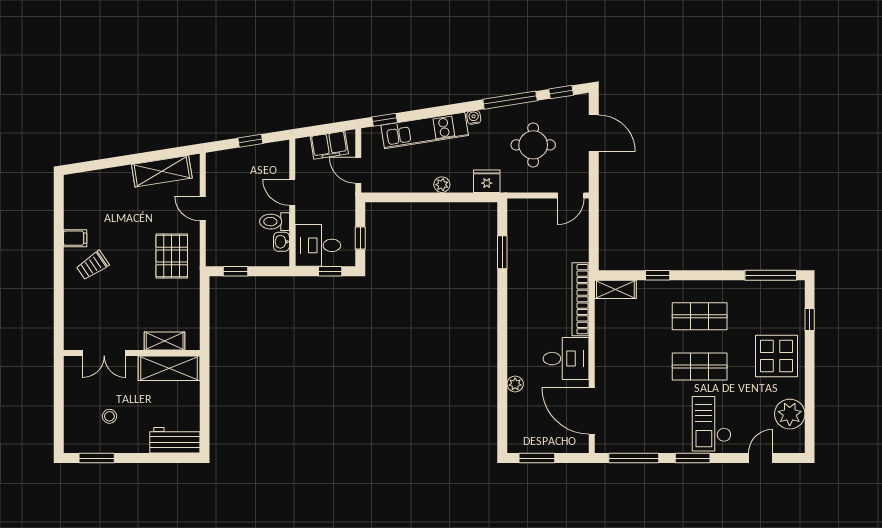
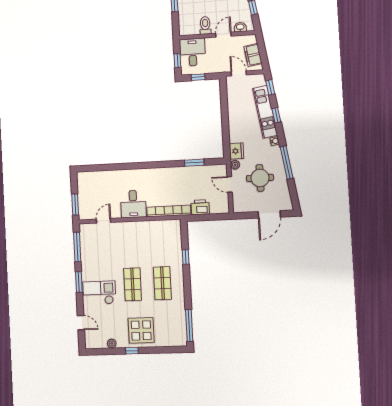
window: (561, 92) -> (276, 115), moved
door: (358, 170) -> (239, 73), hinge flipped
plant: (442, 185) -> (235, 165), moved
door: (571, 195) -> (230, 184), moved
washbasin: (281, 242) -> (240, 27), moved
printer: (577, 246) -> (200, 207), added
shelving: (615, 289) -> (176, 232), removed
window: (810, 319) -> (132, 351), moved
plant: (515, 384) -> (117, 174), removed
door: (592, 411) -> (103, 221), width x0.53
plant: (790, 414) -> (112, 343), width x0.53, depth x0.53
window: (537, 458) -> (75, 204), moved

